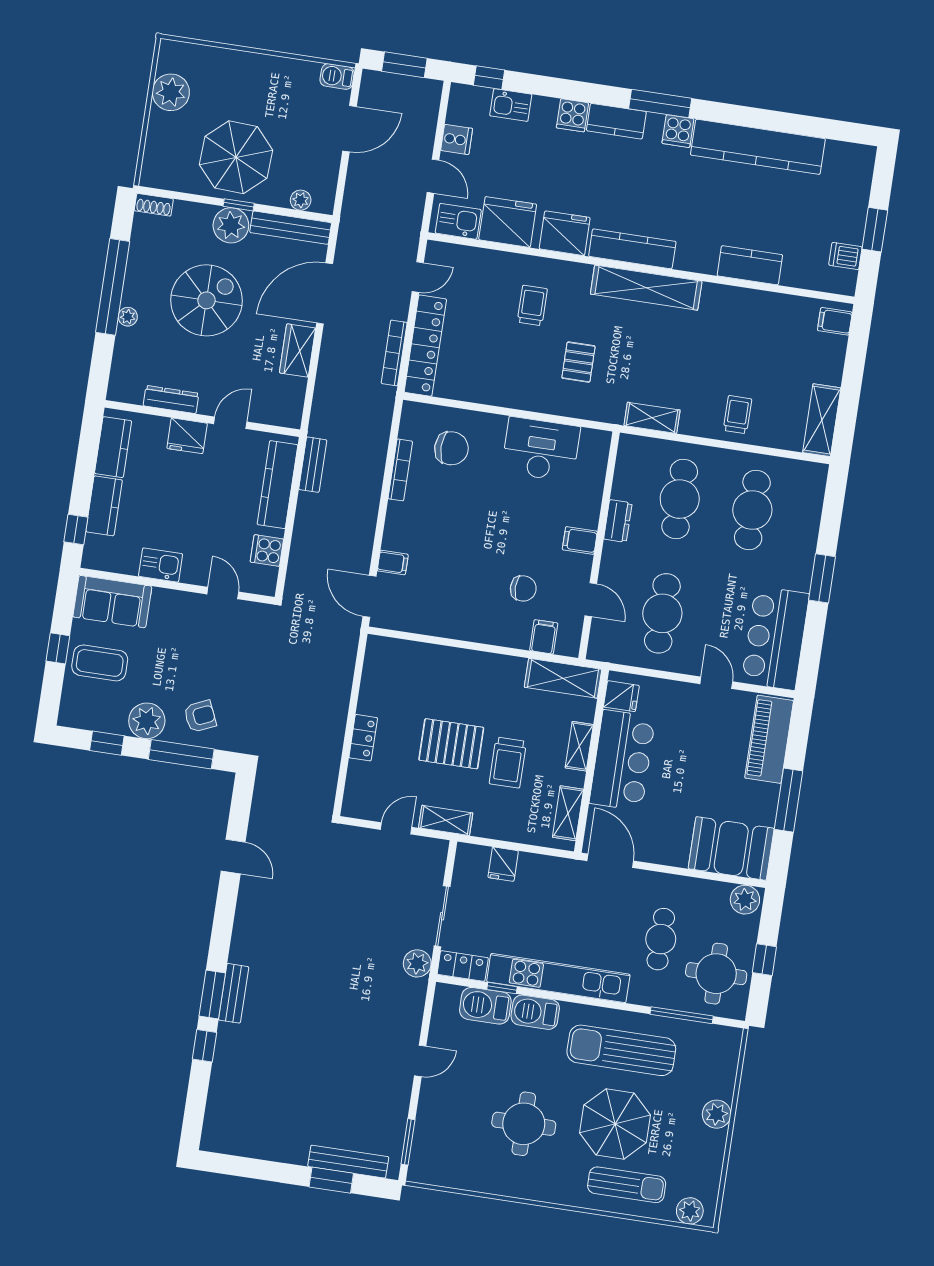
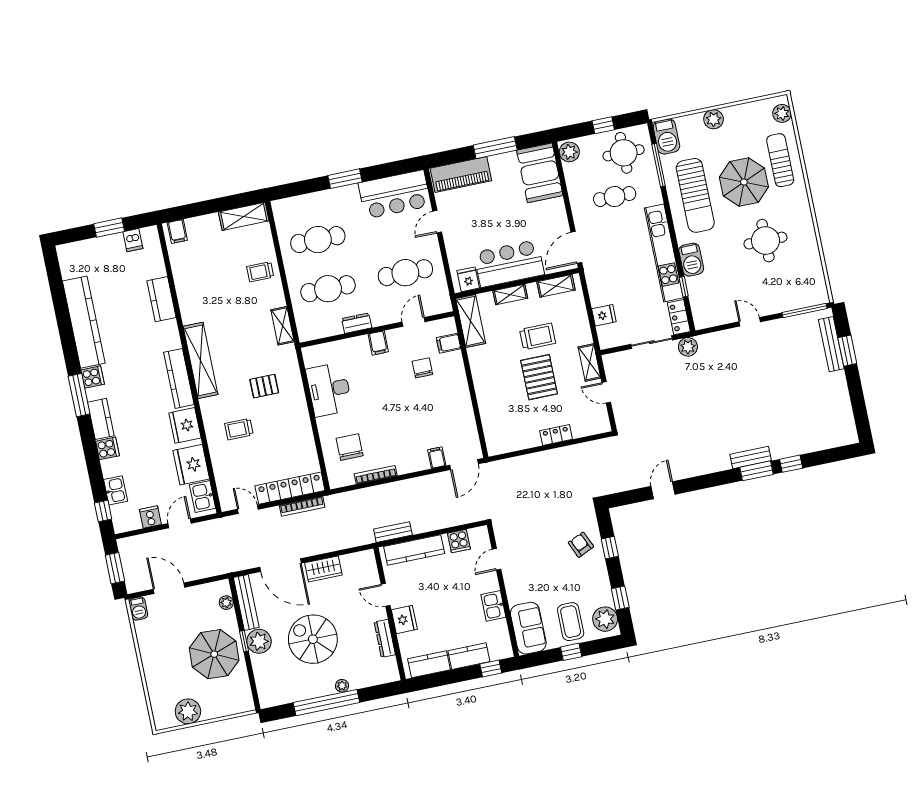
shoe rack: (154, 205) -> (264, 696), removed
plant: (147, 721) -> (605, 619), moved
window: (181, 754) -> (610, 548), width x0.46
barbecue: (485, 1006) -> (666, 136), moved
window: (408, 1142) -> (804, 310), width x1.44

